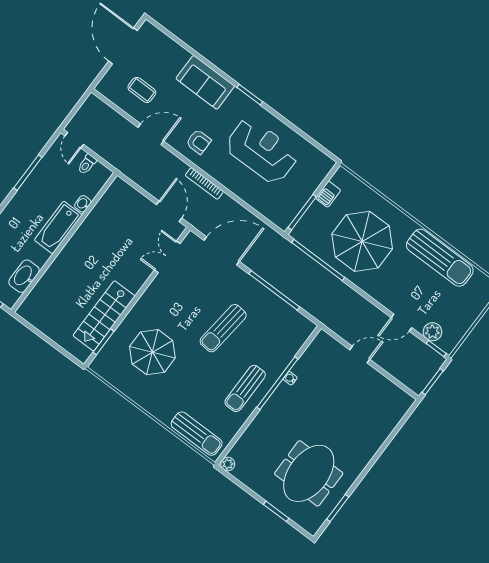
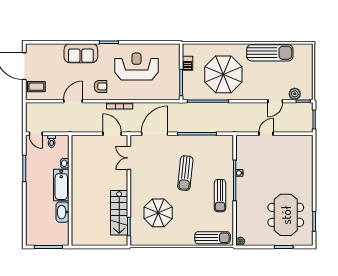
coffee table: (142, 90) -> (36, 87), moved
washbasin: (24, 276) -> (62, 212), moved

